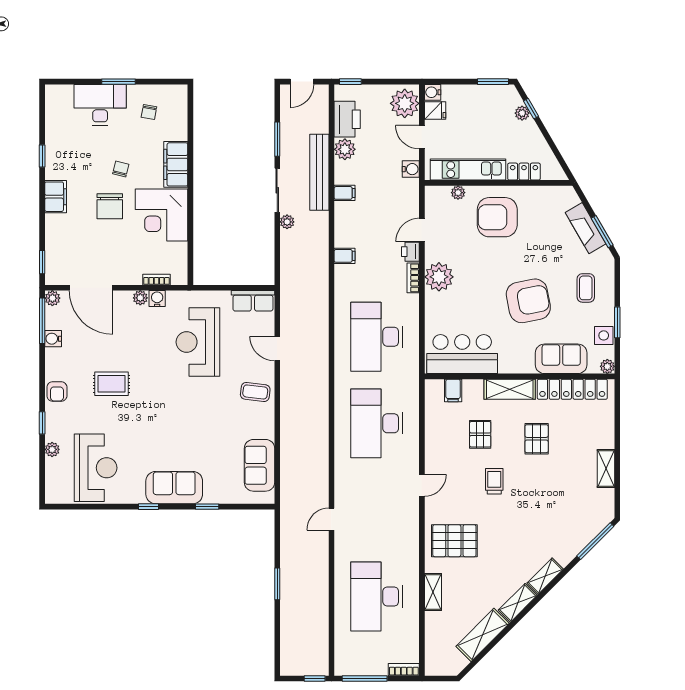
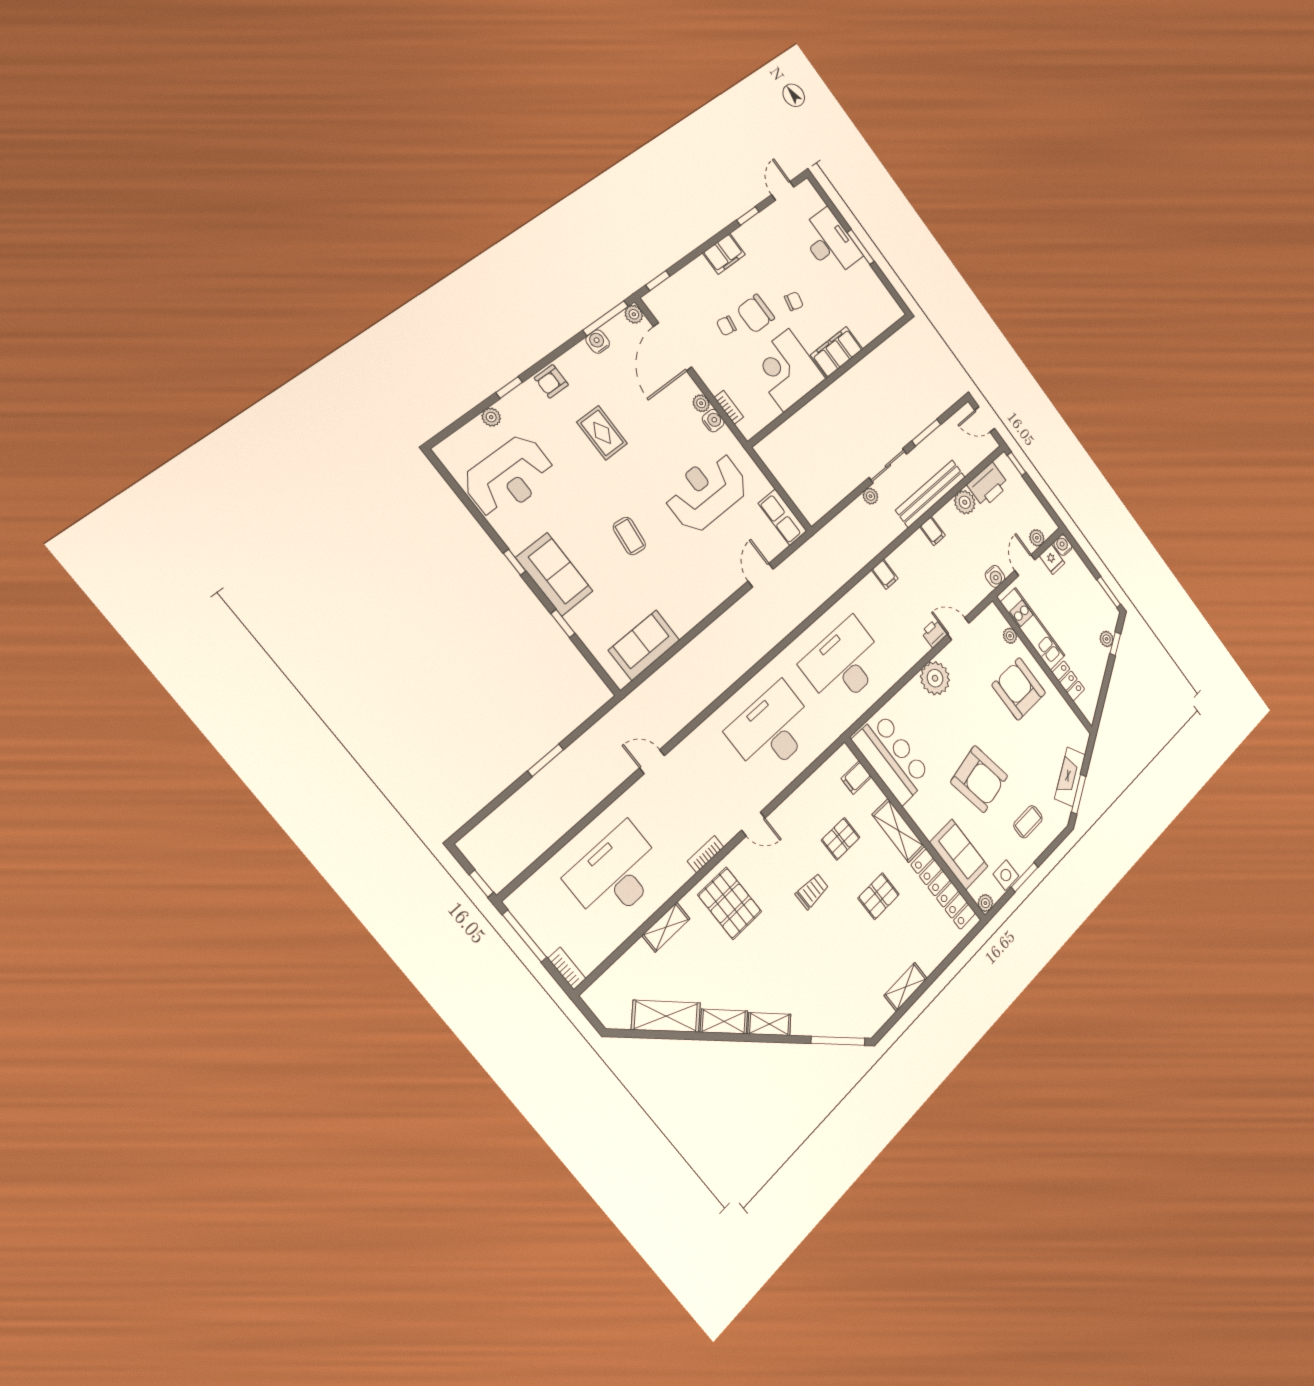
plant: (405, 103) -> (1037, 538), width x0.53, depth x0.53
chair: (149, 112) -> (726, 326), moved
door: (42, 113) -> (783, 191), added
bookcase: (413, 278) -> (706, 854), moved
coffee table: (255, 392) -> (629, 536), moved

